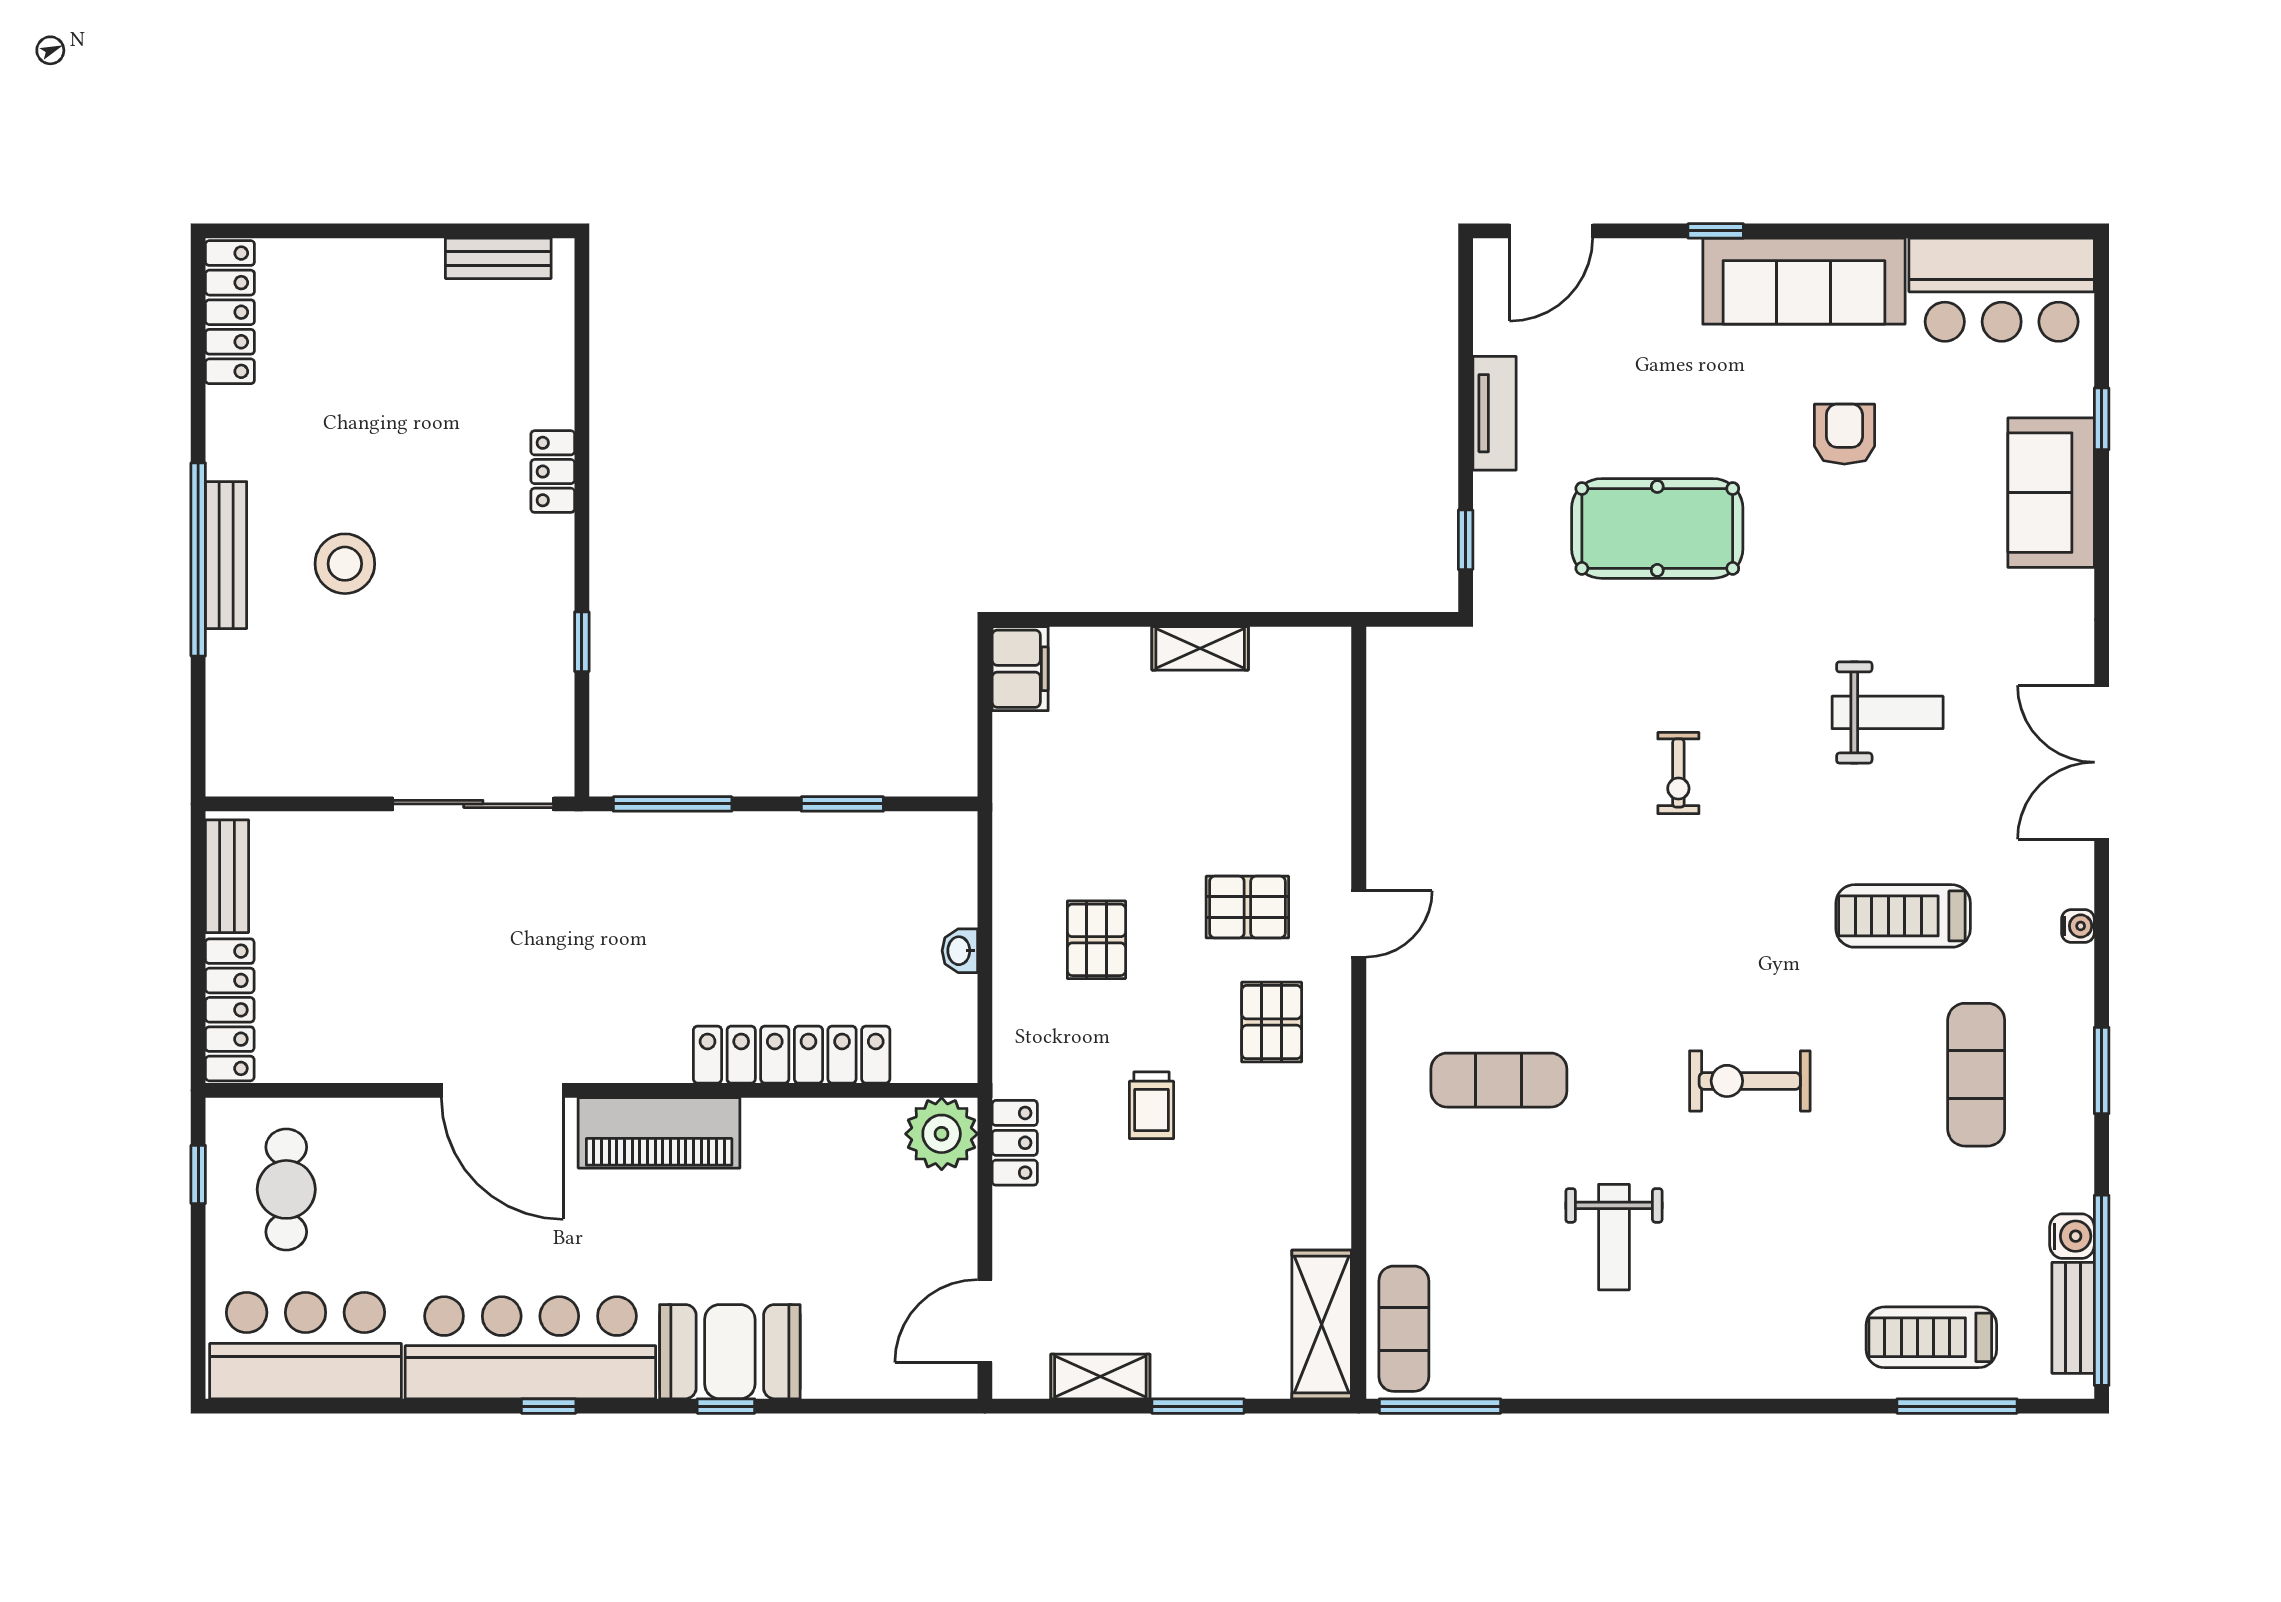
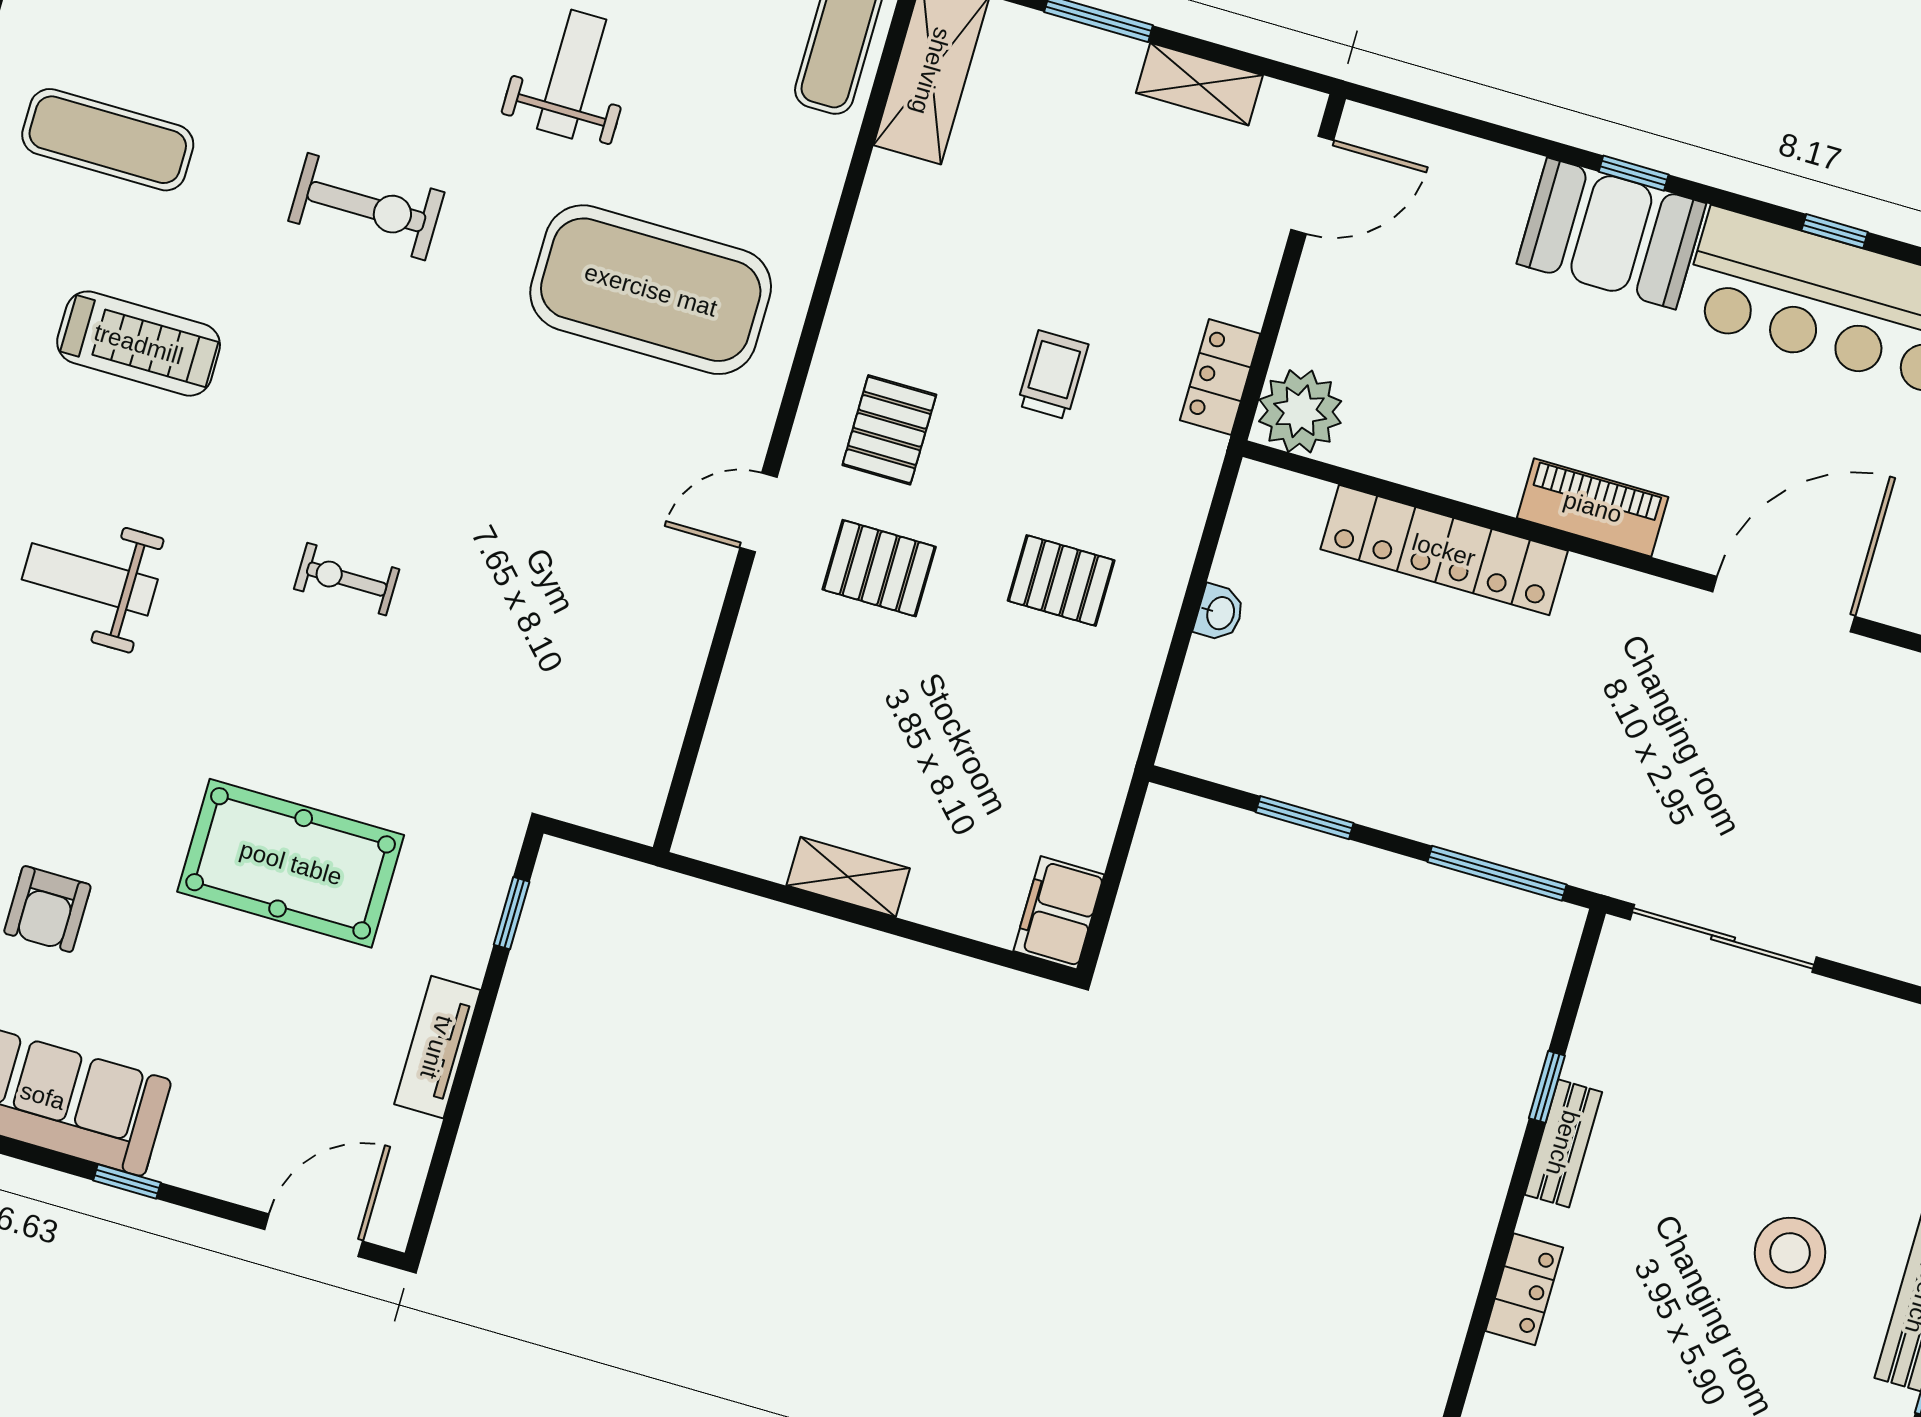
bench: (555, 600) -> (1563, 1143), added
exercise bike: (1678, 773) -> (347, 579), turned -90
pallet: (1096, 940) -> (1061, 580), turned 90
exercise mat: (1976, 1075) -> (108, 140), turned 90
exercise mat: (1499, 1080) -> (651, 290), width x2.00, depth x1.45
door: (502, 1090) -> (1784, 604), hinge flipped
piano: (659, 1133) -> (1593, 507), width x0.73, depth x0.75

